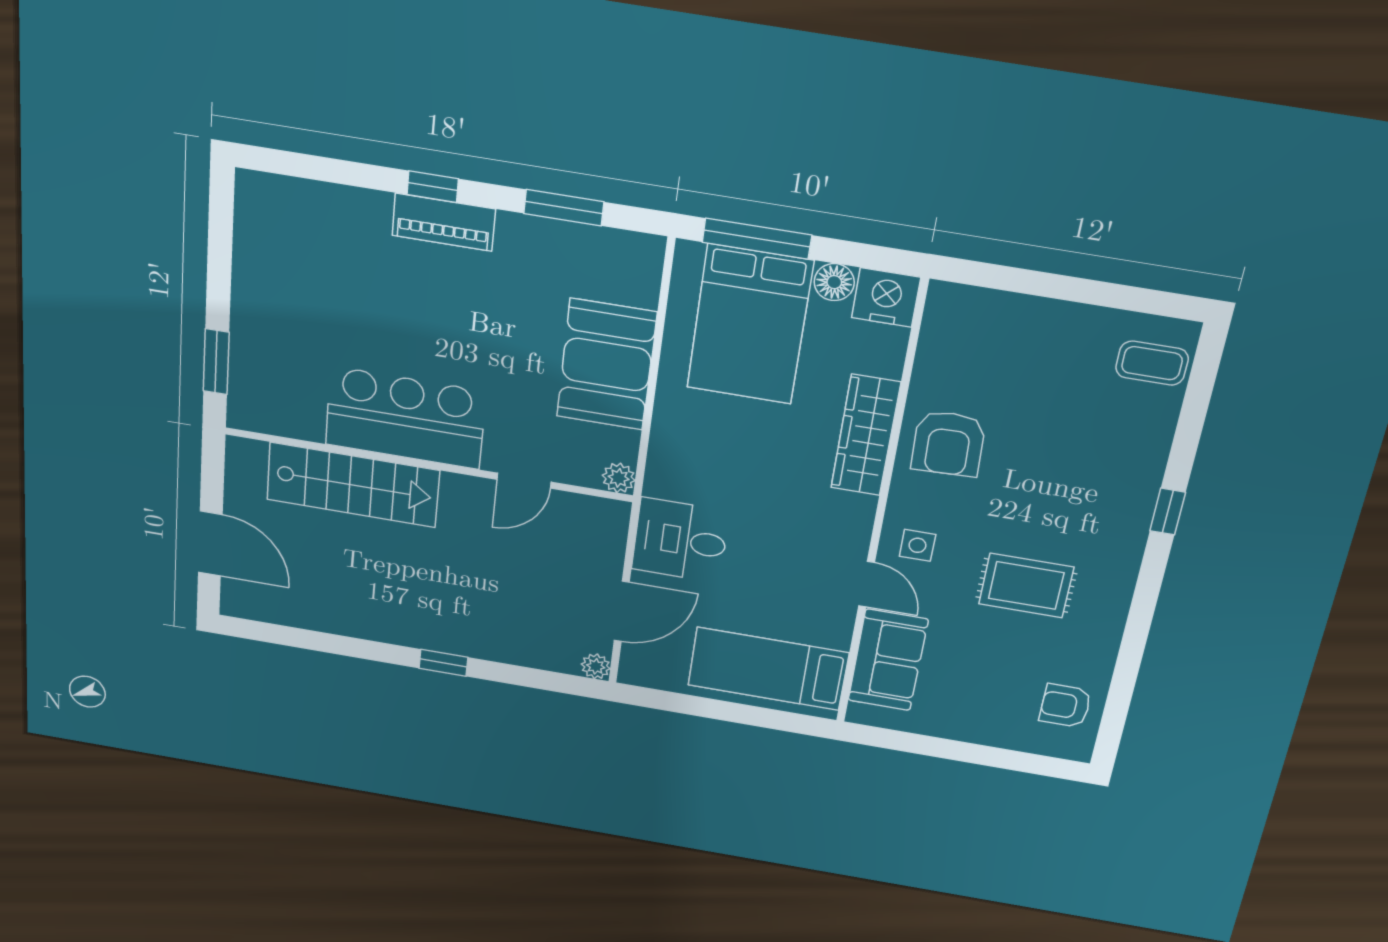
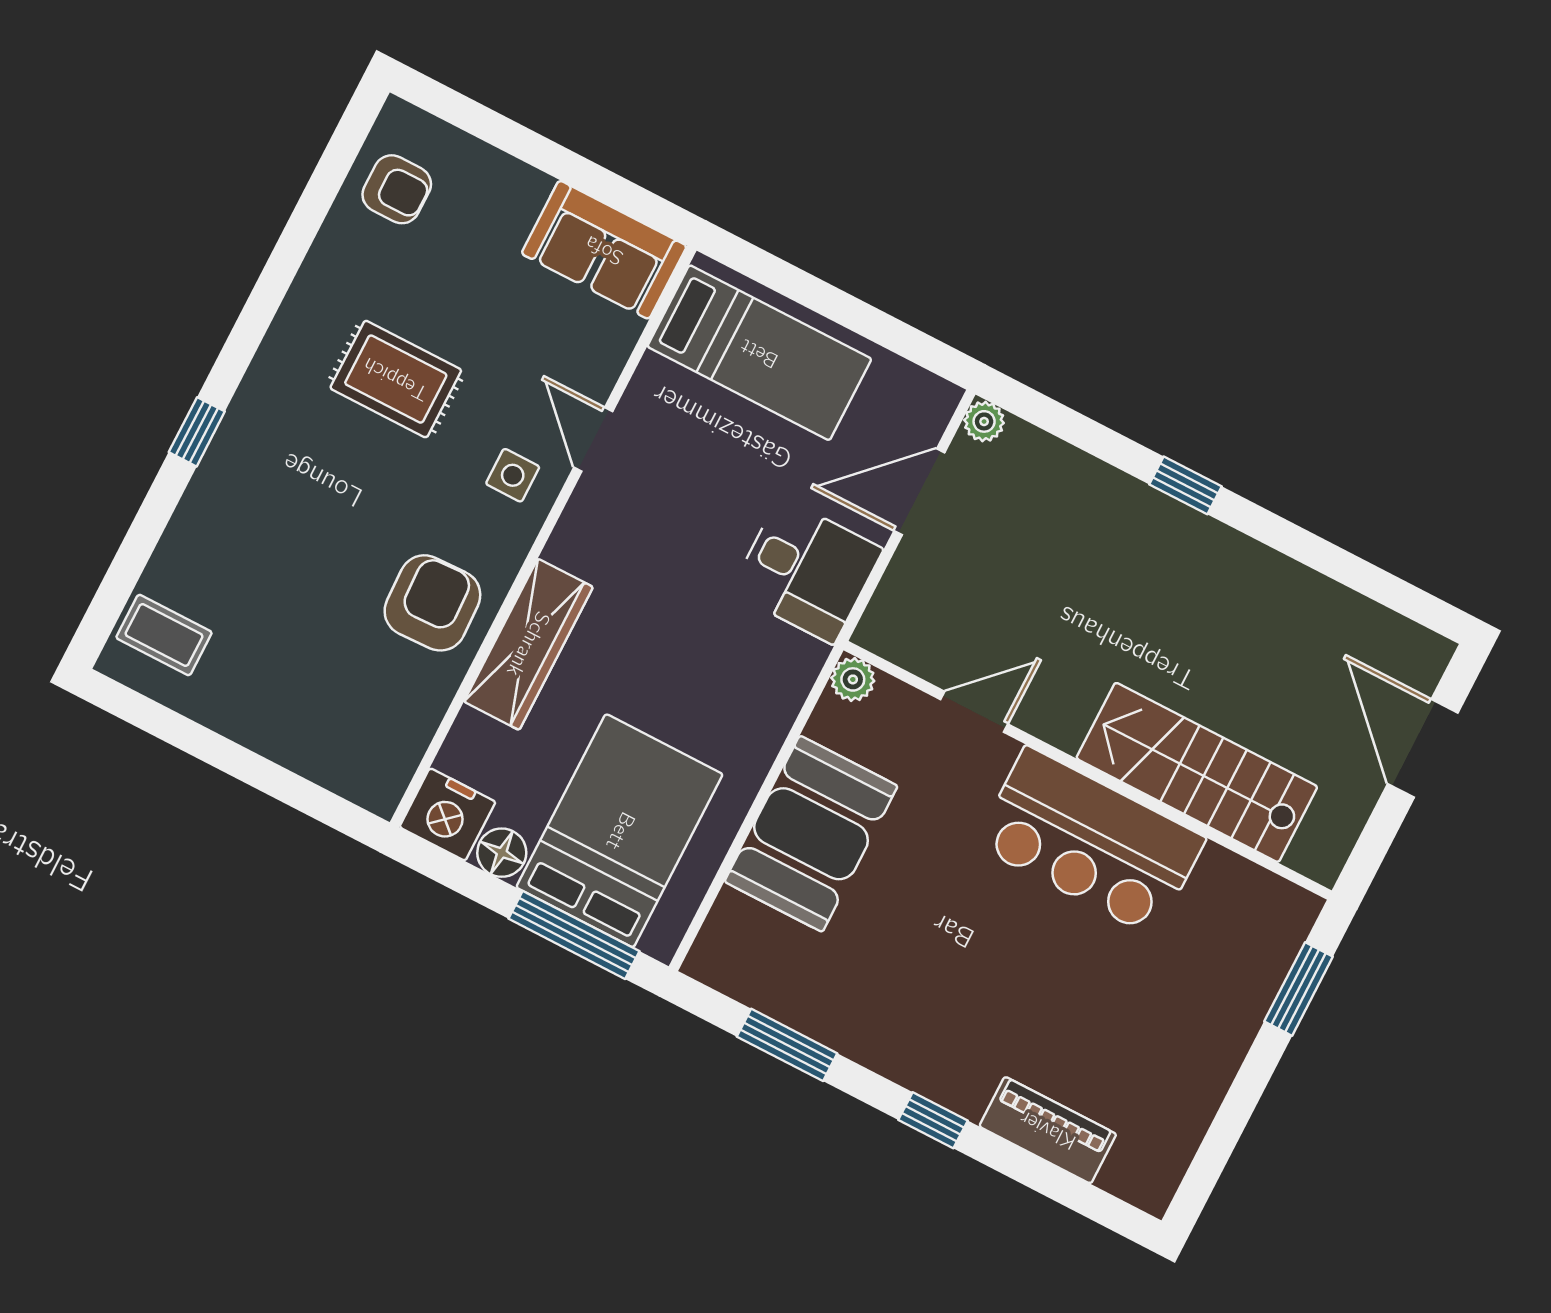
piano: (444, 222) -> (1048, 1130), moved
sofa: (888, 660) -> (604, 250), moved, turned -90

